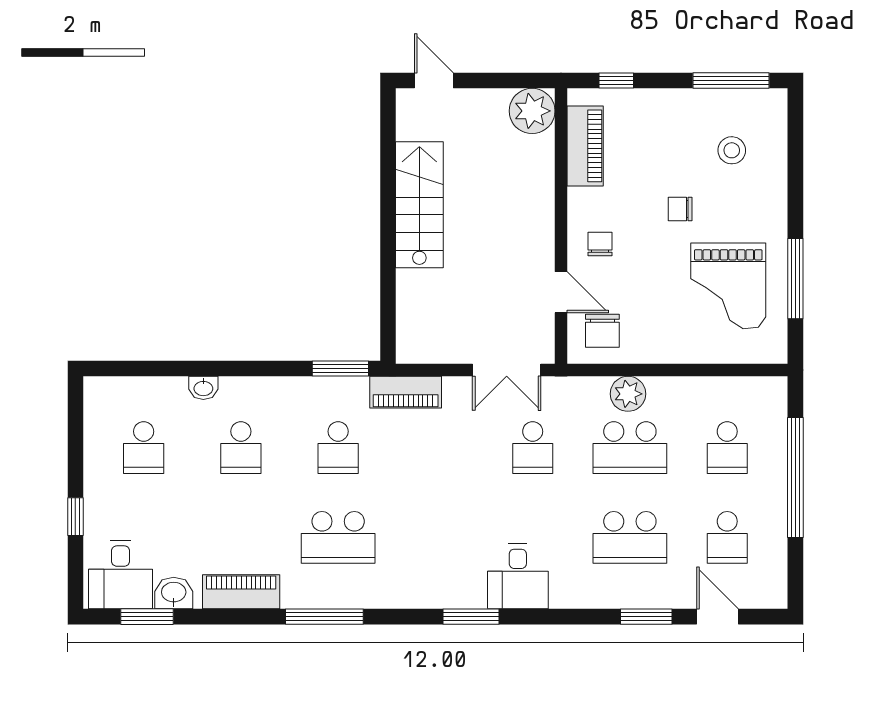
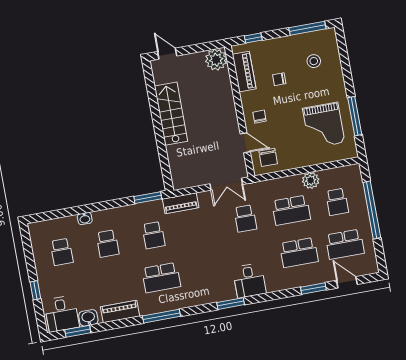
chair: (680, 209) -> (279, 79), moved
plant: (628, 394) -> (311, 180), moved
school desk: (727, 537) -> (345, 244), width x1.85

